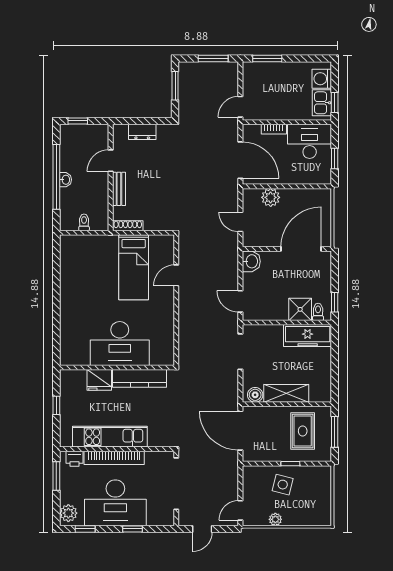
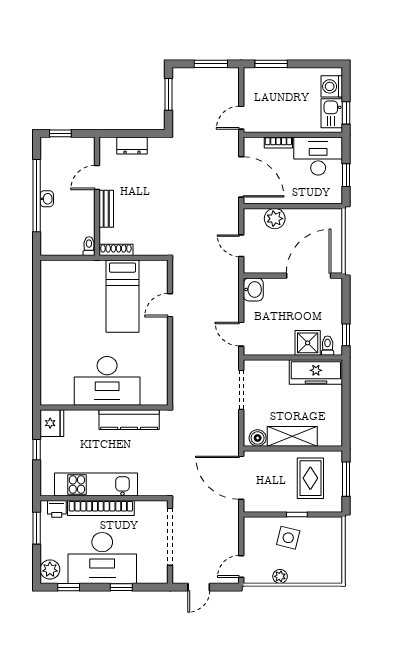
toilet: (84, 222) -> (89, 246), moved
fridge: (99, 380) -> (52, 423), moved, turned -90

